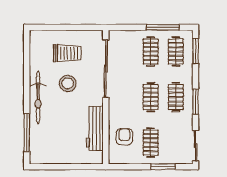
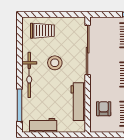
trolley: (67, 53) -> (42, 31), moved
workbench: (54, 156) -> (43, 125), added

